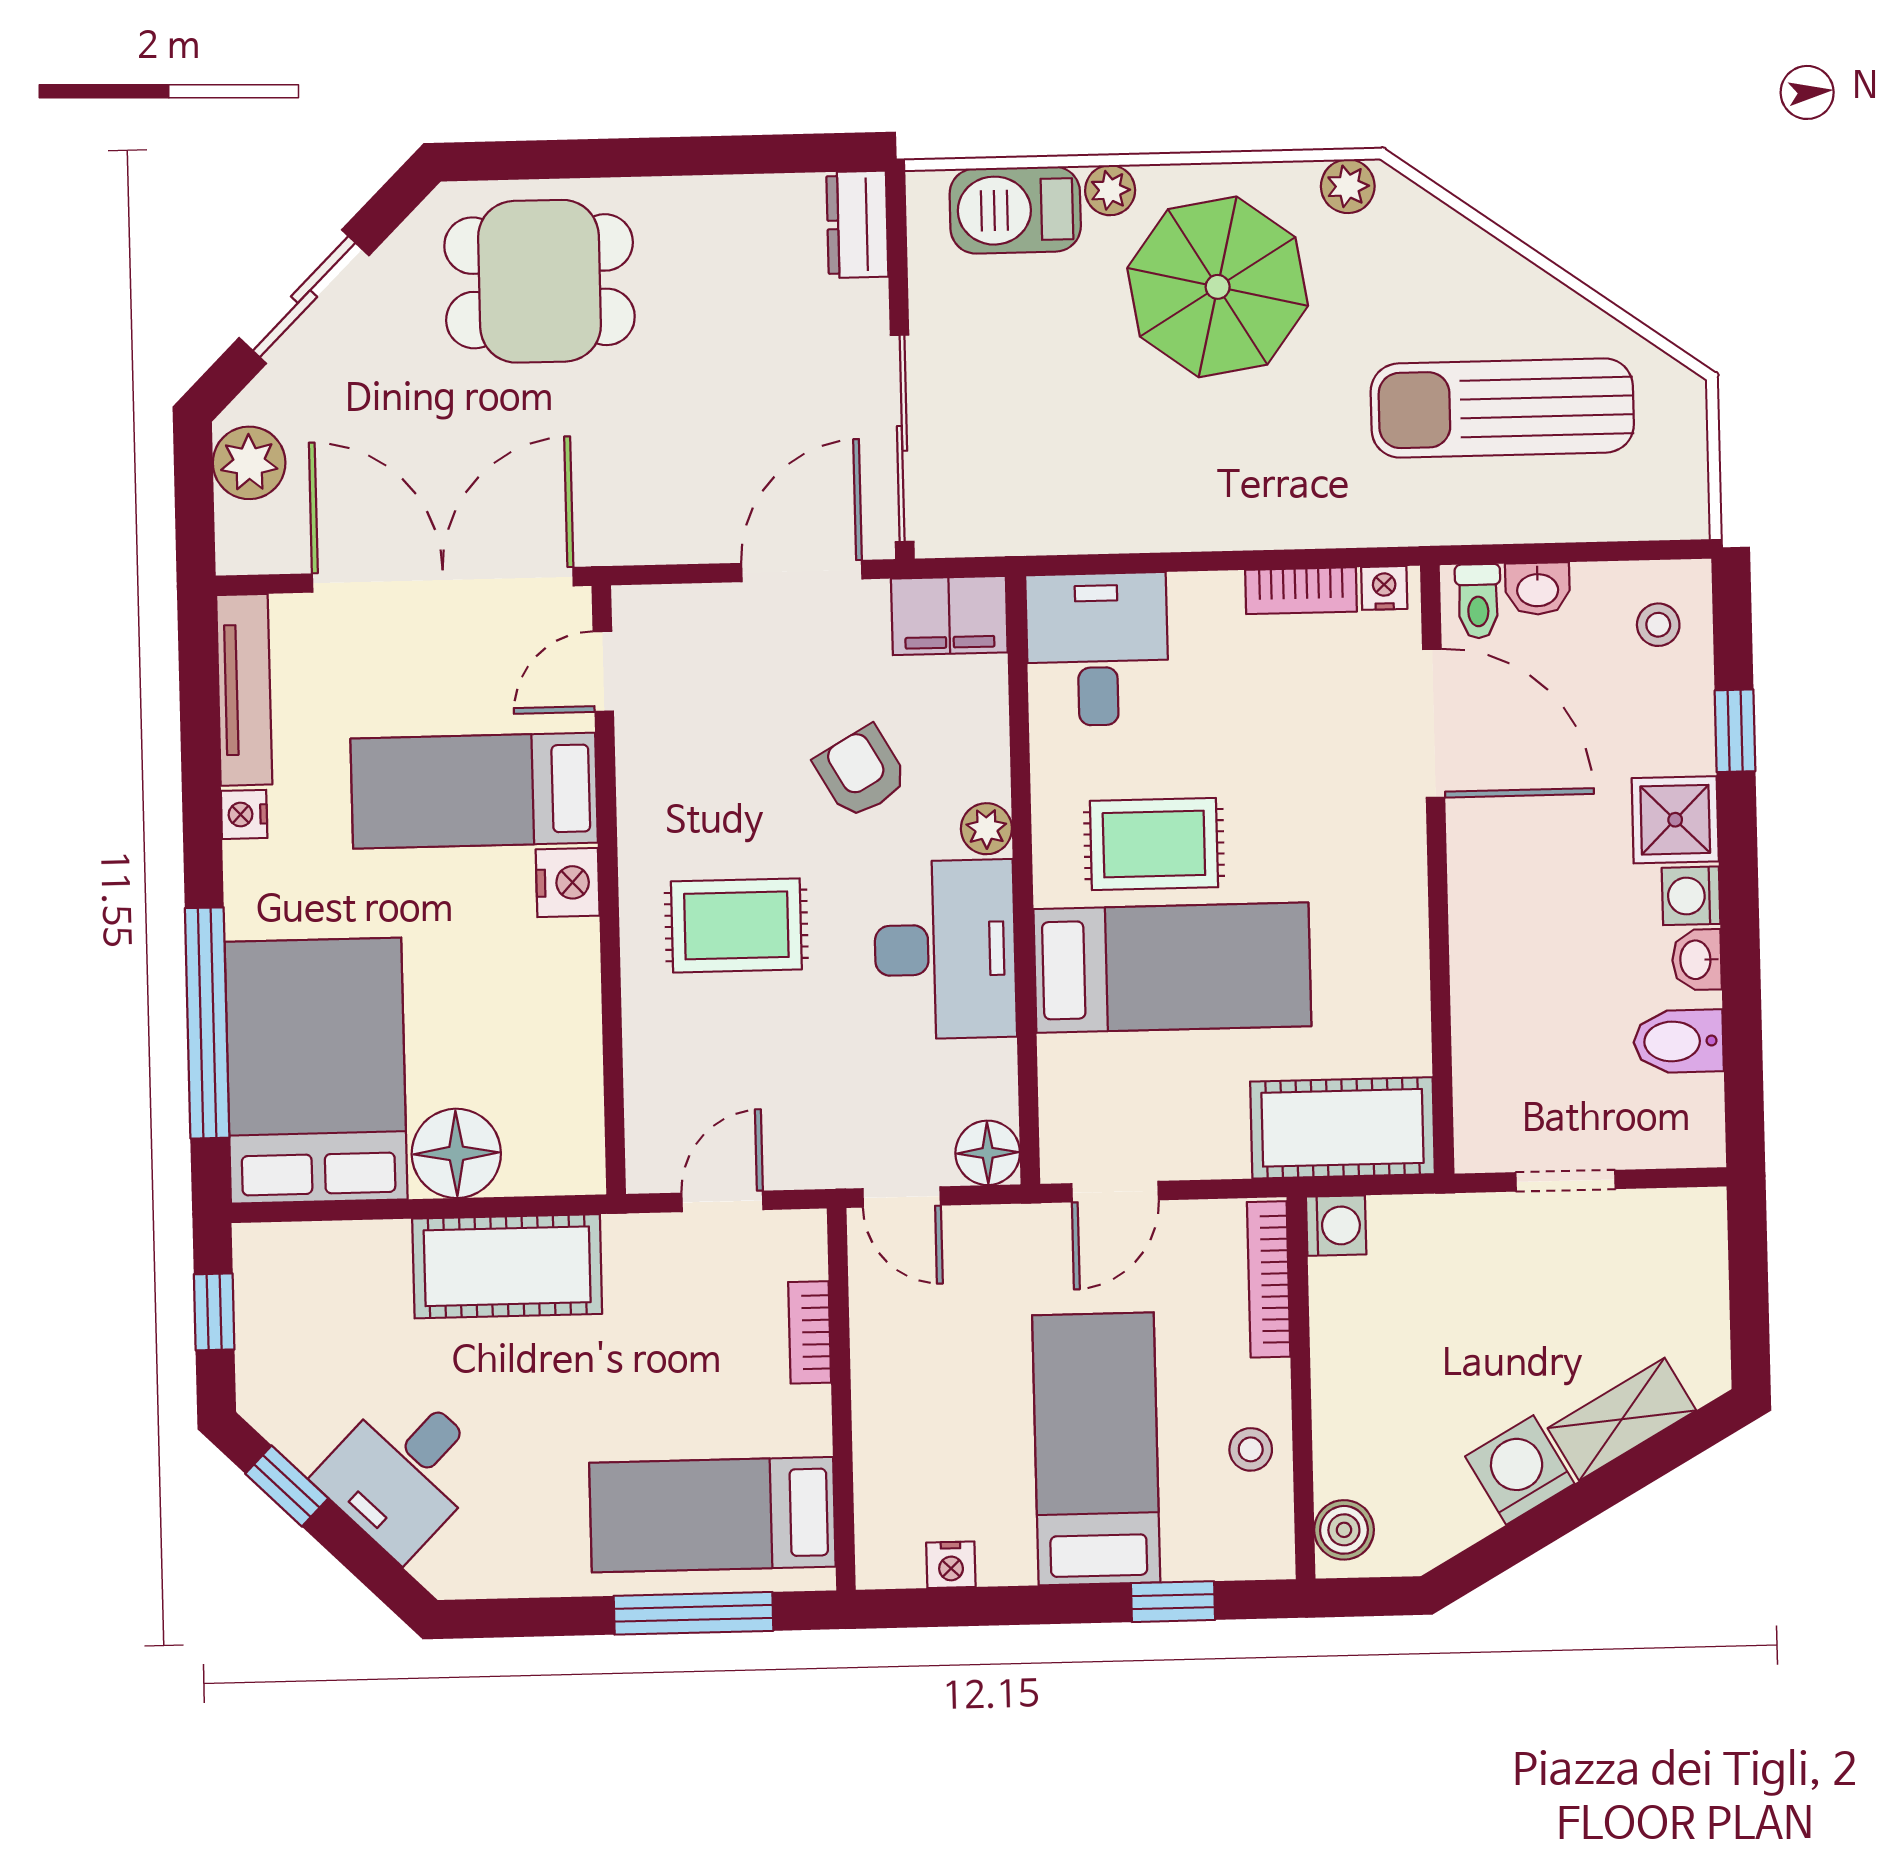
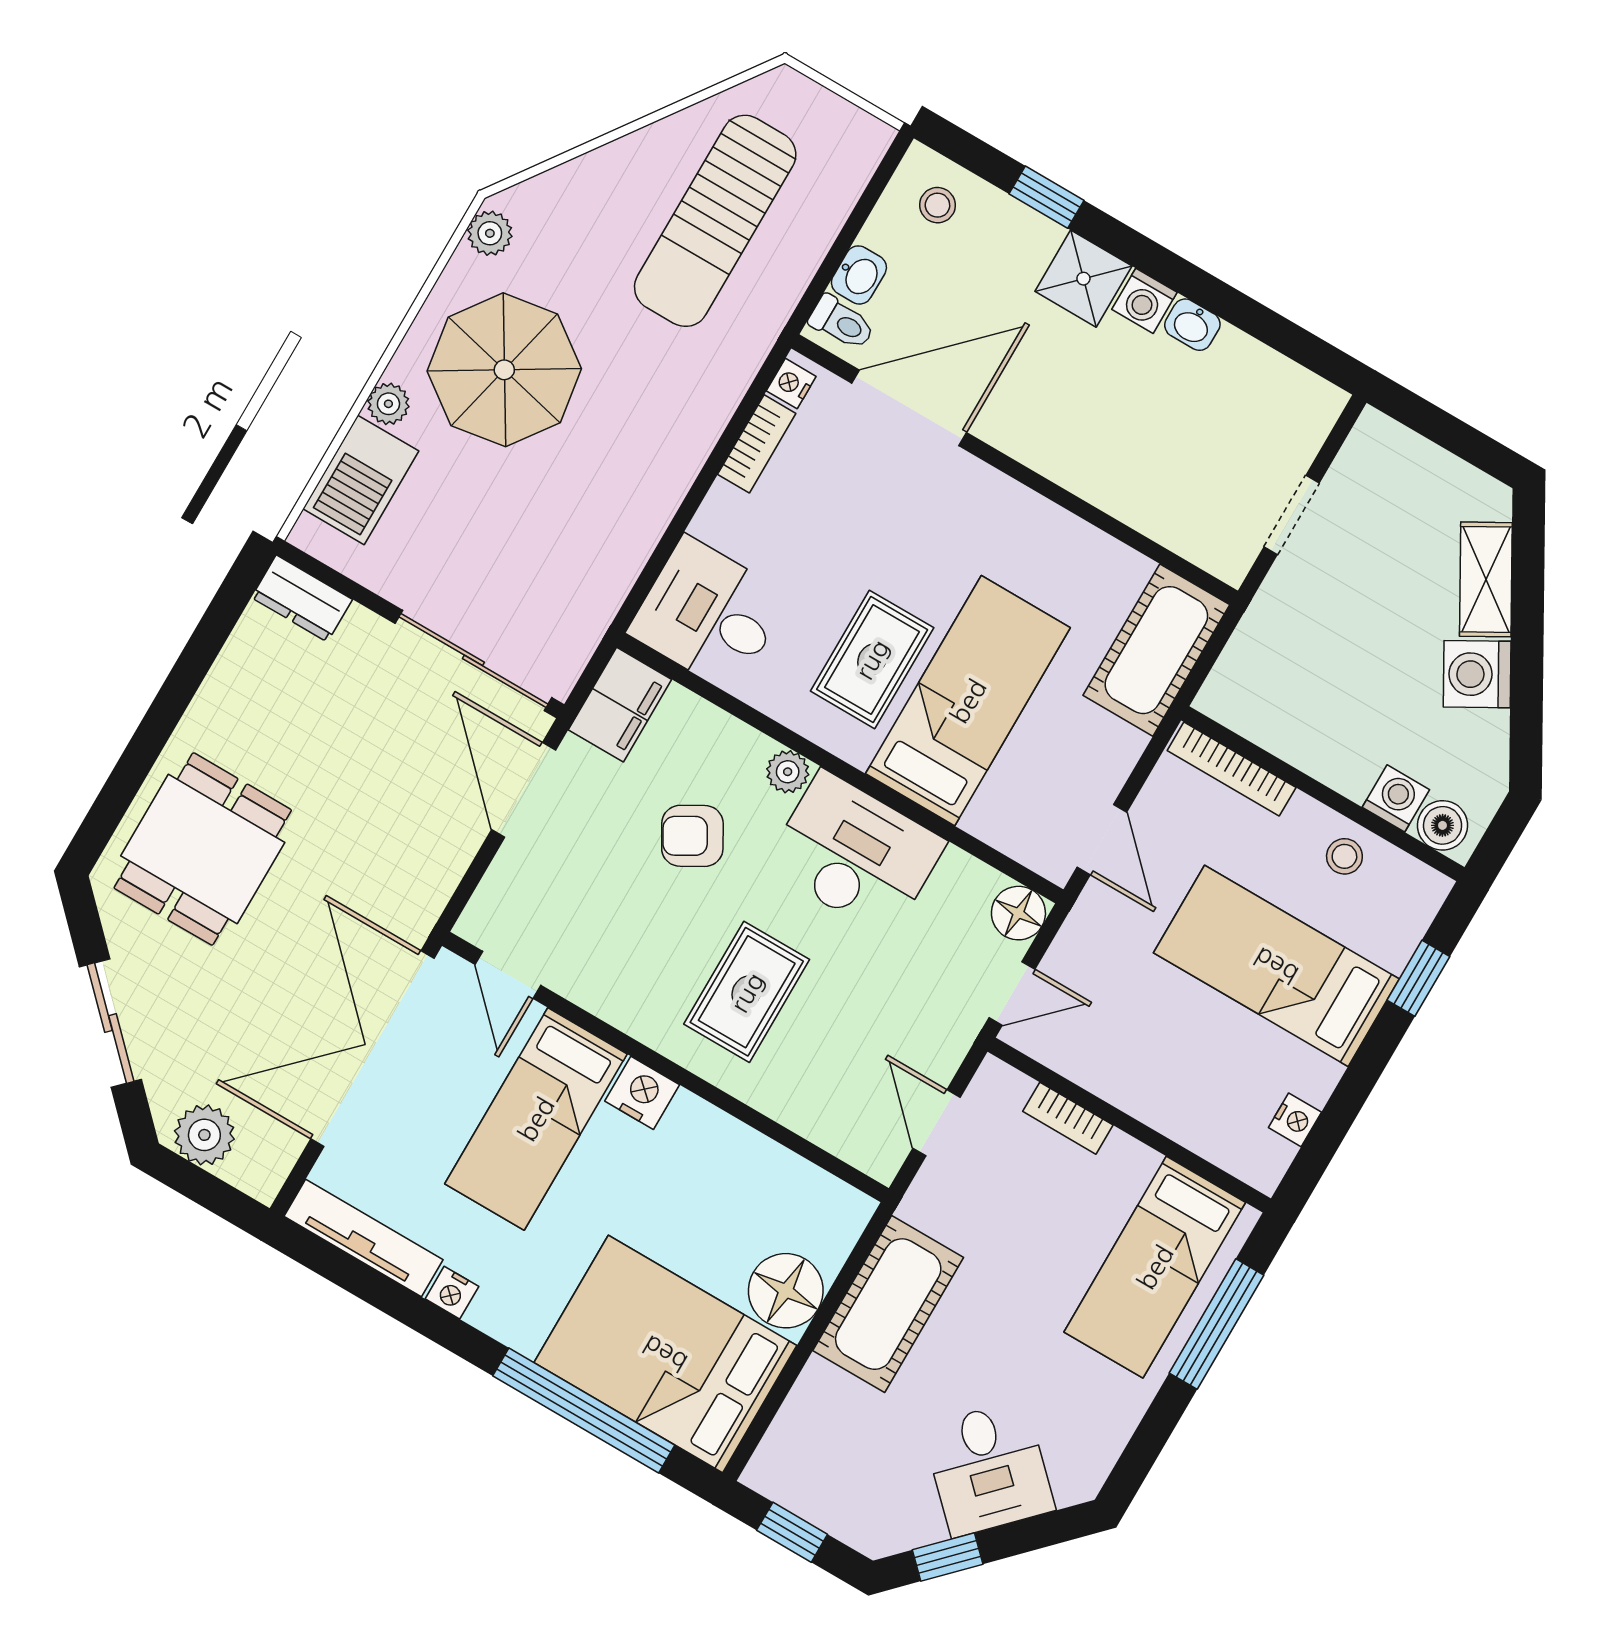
bidet: (1678, 1041) -> (1242, 374), removed
washing machine: (1336, 1226) -> (1396, 798), moved

